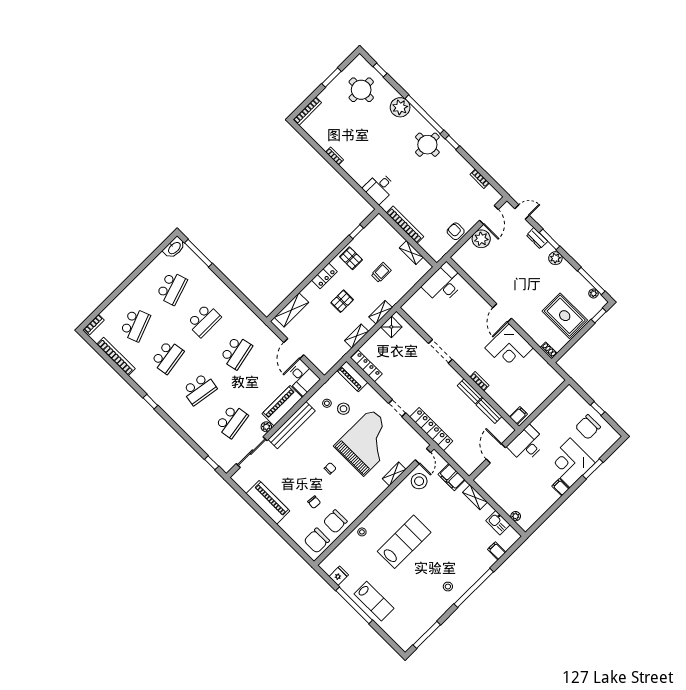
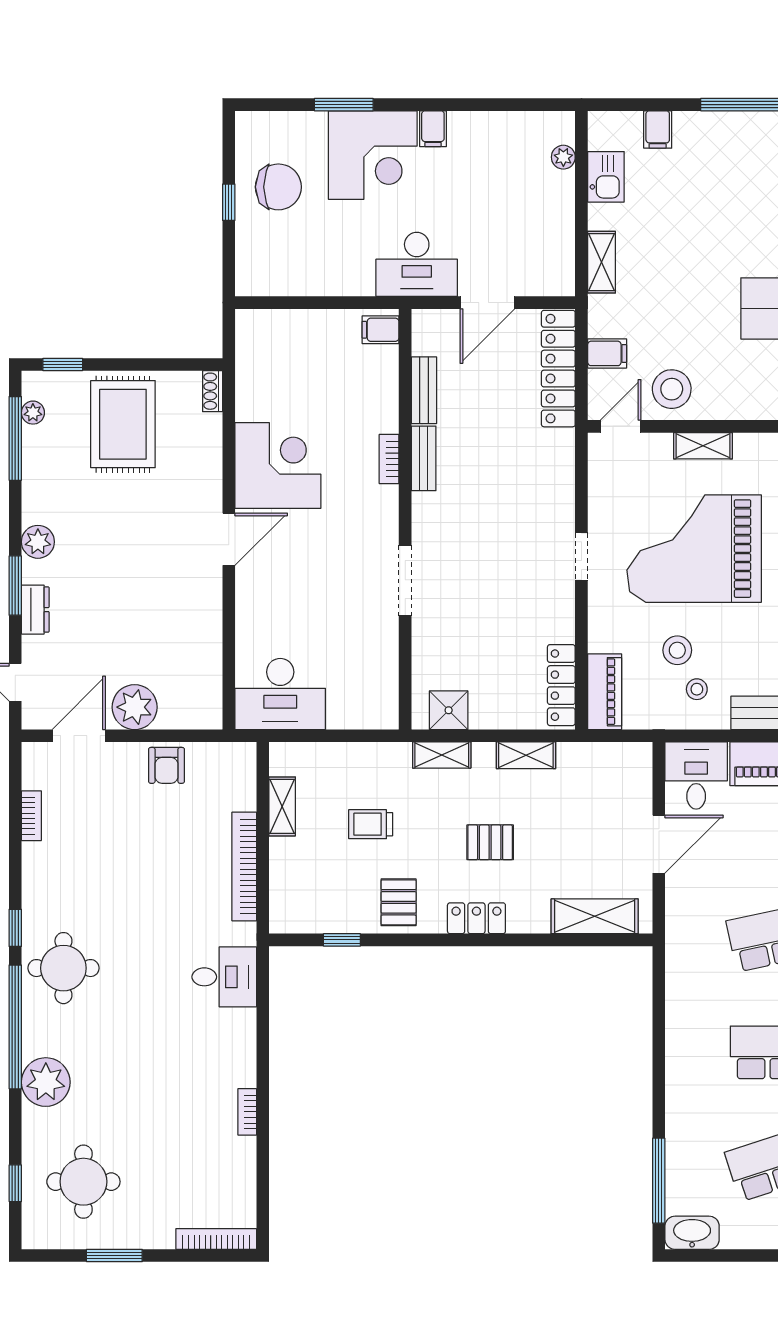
locker: (431, 429) -> (558, 369), moved
filing cabinet: (452, 477) -> (607, 353), width x0.50

